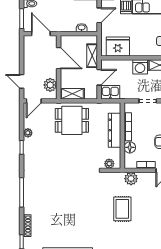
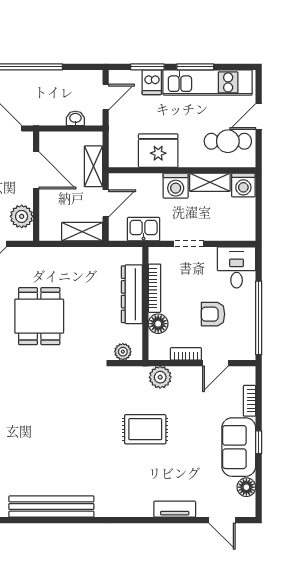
fridge: (118, 47) -> (158, 151), moved
kitchen sink: (110, 92) -> (144, 229), moved
shelving: (72, 94) -> (82, 232), moved
dining table: (72, 120) -> (39, 316), moved, turned 90
rug: (122, 209) -> (145, 429), turned 90

